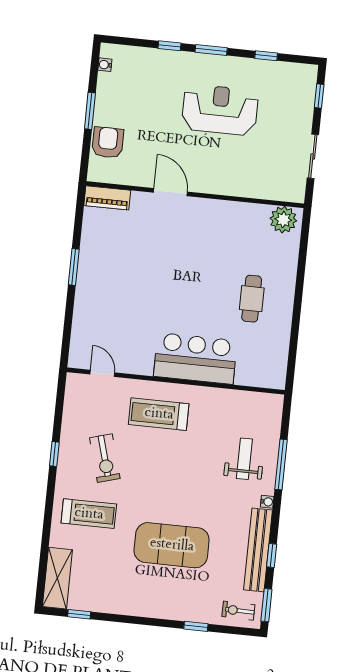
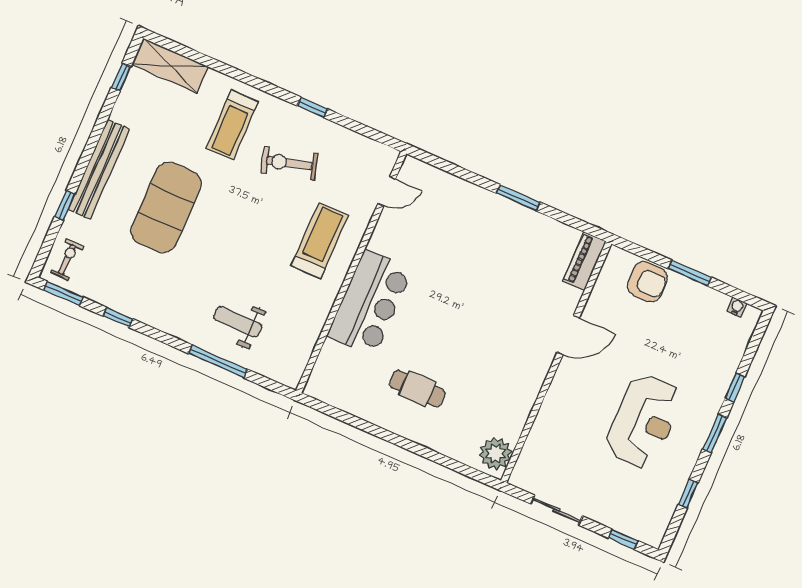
weight bench: (244, 459) -> (238, 322), turned 180
water cooler: (267, 502) -> (180, 332), removed
bench: (258, 550) -> (99, 169), moved, turned 90

